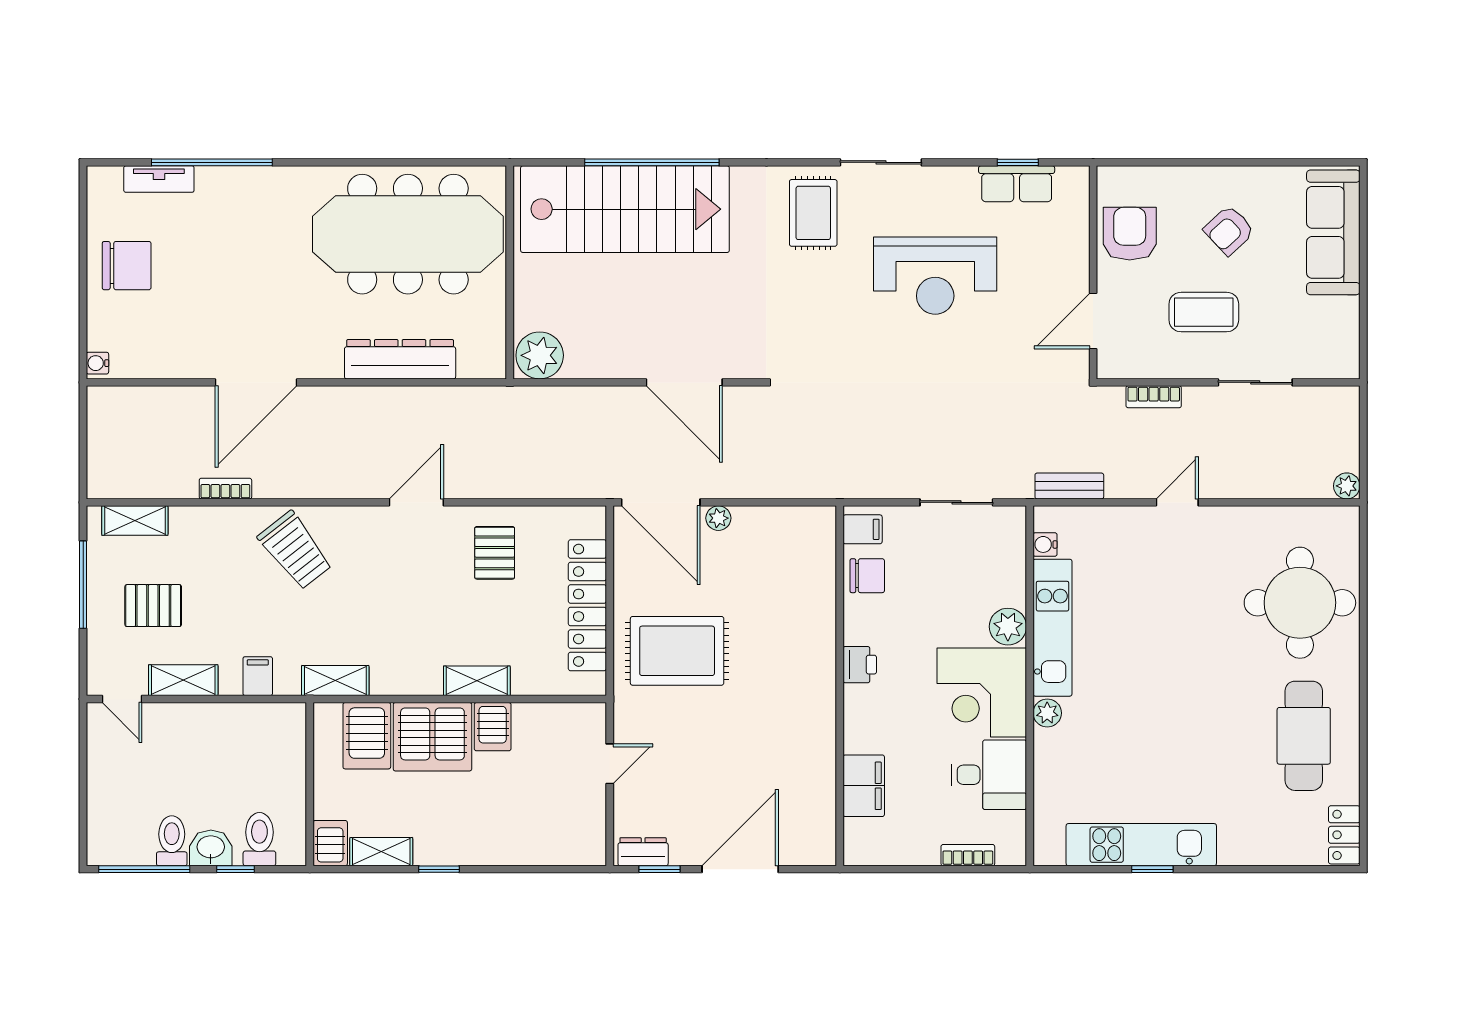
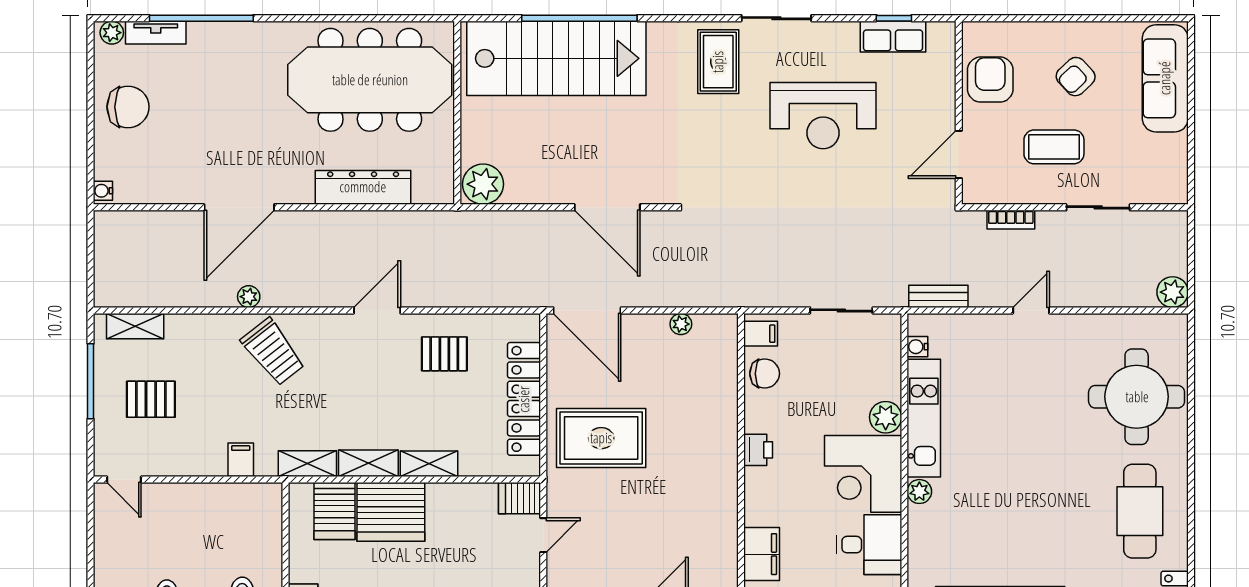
plant: (108, 179) -> (112, 33), added
plant: (267, 486) -> (249, 297), added
plant: (1347, 486) -> (1173, 292), width x1.38, depth x1.38
bookcase: (225, 489) -> (213, 299), removed
plant: (718, 518) -> (681, 324), moved
pallet: (495, 553) -> (444, 354), turned 90
shelving: (183, 680) -> (368, 463), moved
server rack: (493, 727) -> (520, 498), moved, turned 90

